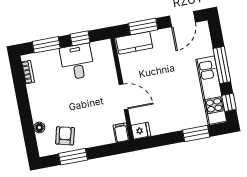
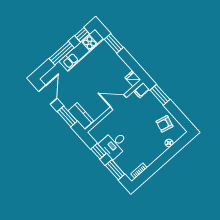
door: (182, 19) -> (48, 95), hinge flipped
door: (124, 97) -> (118, 102), hinge flipped
window: (73, 157) -> (160, 95), moved

